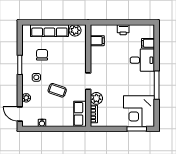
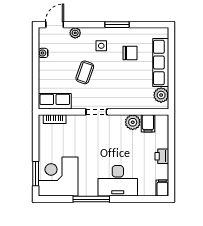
filing cabinet: (148, 43) -> (162, 188), moved
desk: (142, 60) -> (118, 181), width x1.37
plant: (96, 98) -> (133, 122), moved

